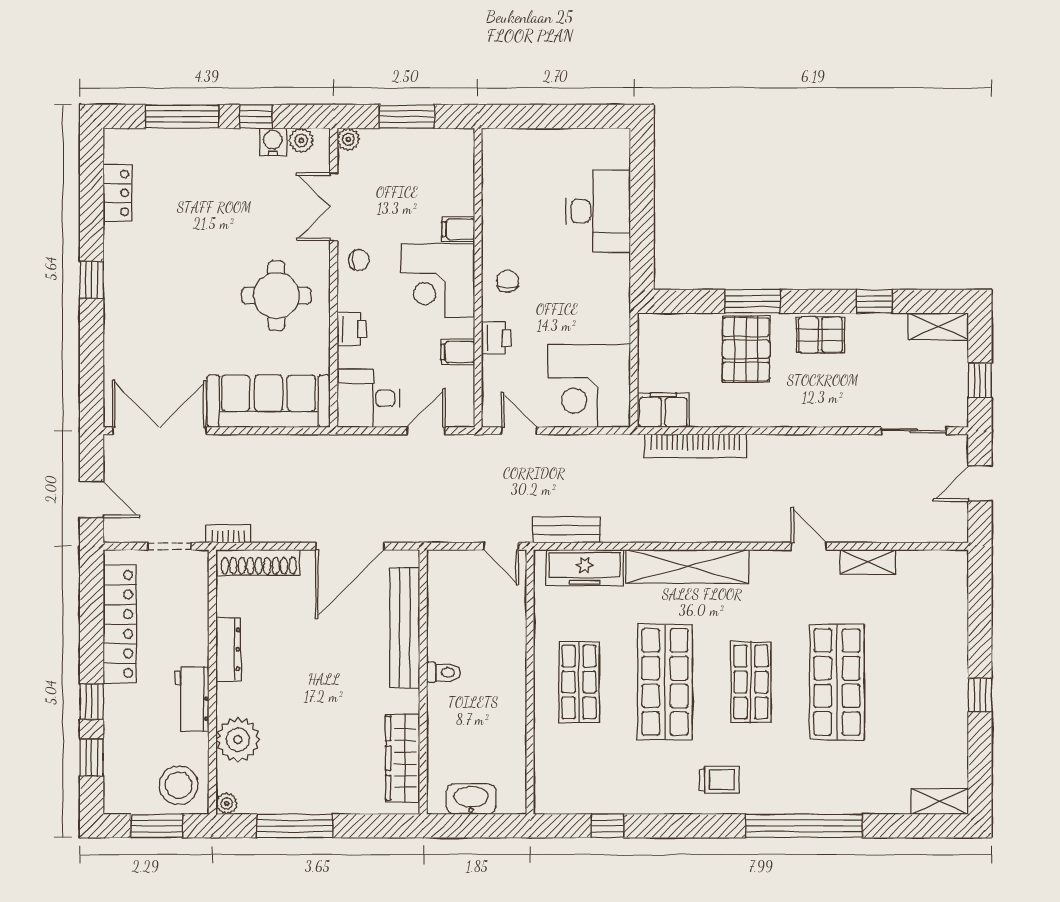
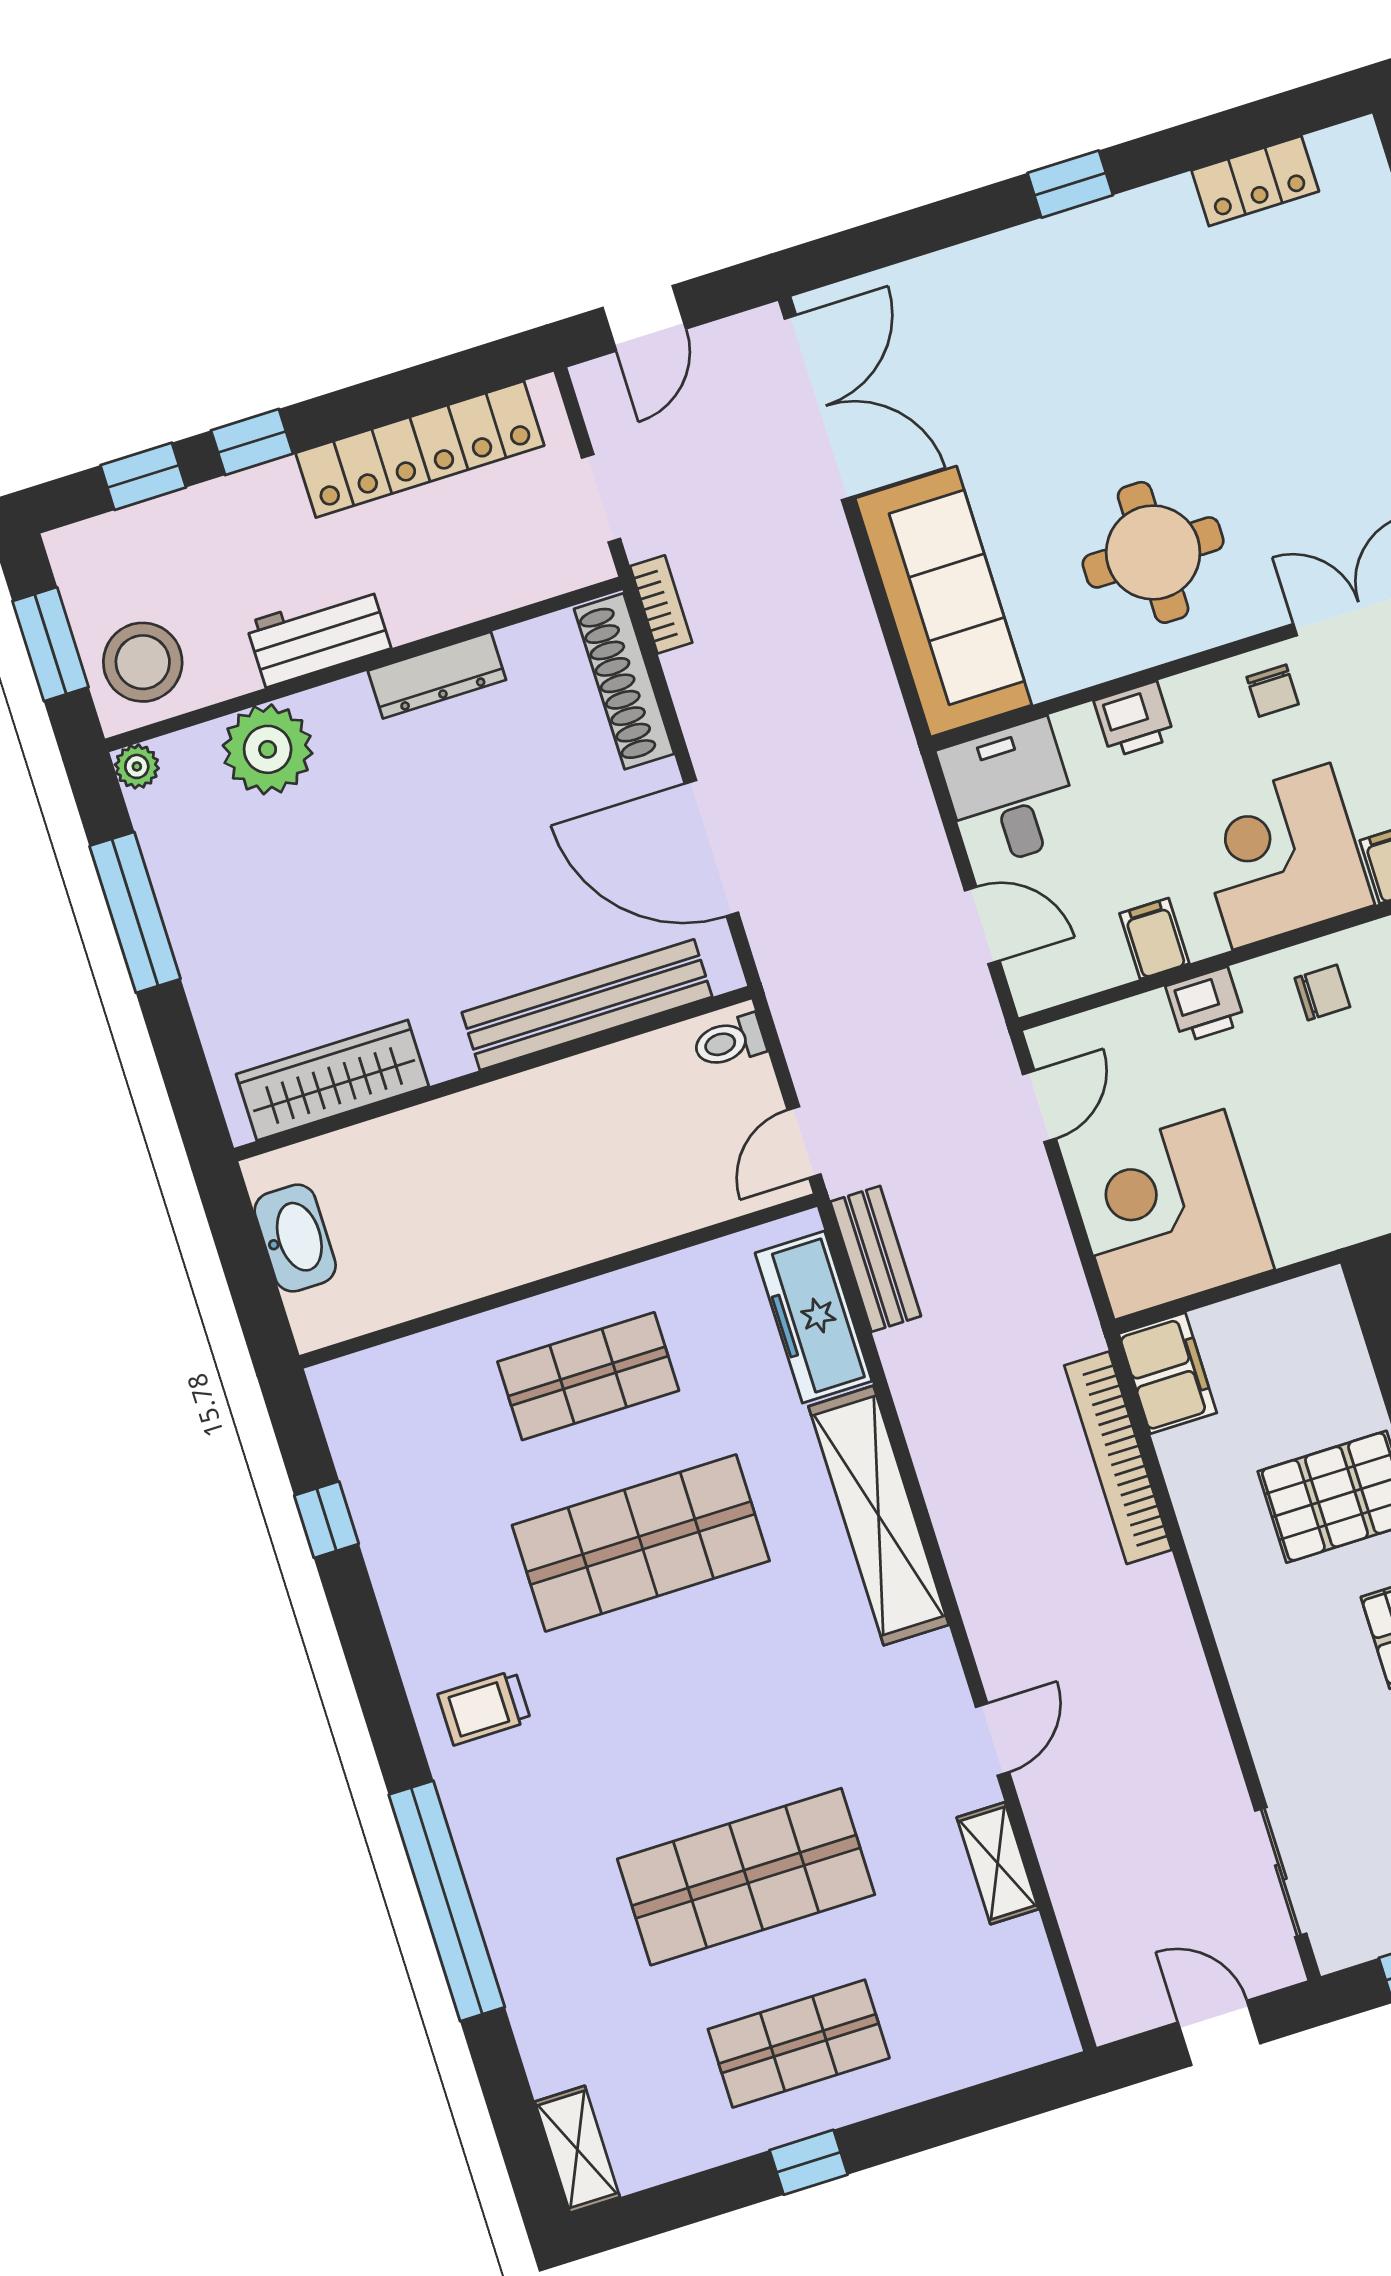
toilet: (443, 672) -> (729, 1041), moved, turned 90
shop shelf: (751, 682) -> (799, 2044), moved
trolley: (719, 780) -> (484, 1708), turned 91

